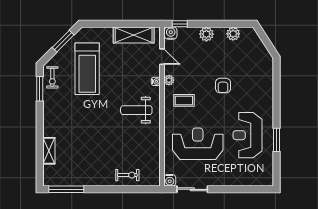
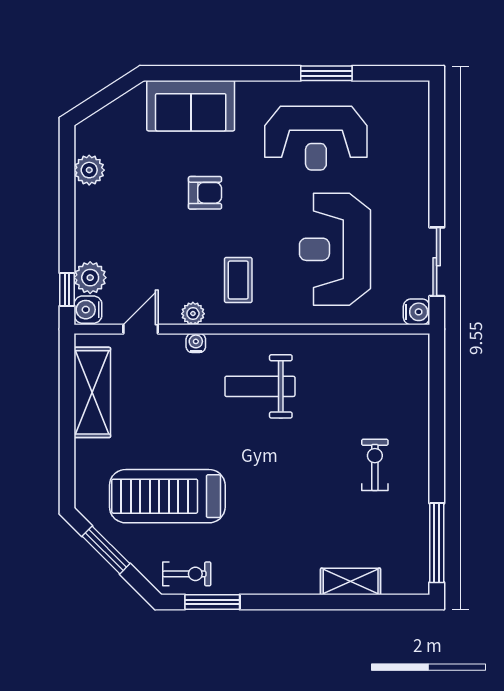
plant: (206, 34) -> (90, 278), moved
treadmill: (87, 69) -> (167, 496), turned 180
sofa: (262, 79) -> (191, 106), added
weight bench: (136, 110) -> (260, 386), turned 90
exercise bike: (127, 175) -> (375, 465), moved

